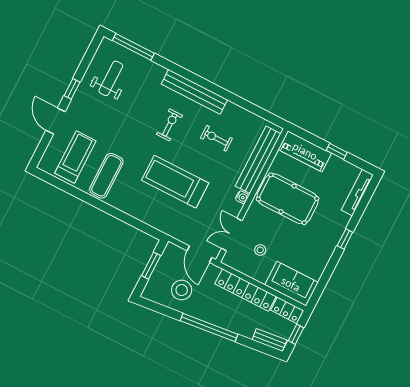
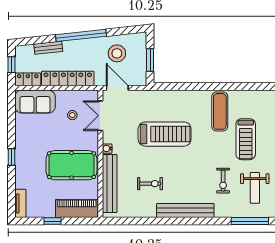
exercise bike: (170, 125) -> (223, 181), moved
treadmill: (75, 157) -> (246, 139), moved
tv unit: (357, 192) -> (20, 203), width x0.71
double door: (232, 235) -> (100, 116), swing flipped
bench: (269, 340) -> (48, 48), moved

